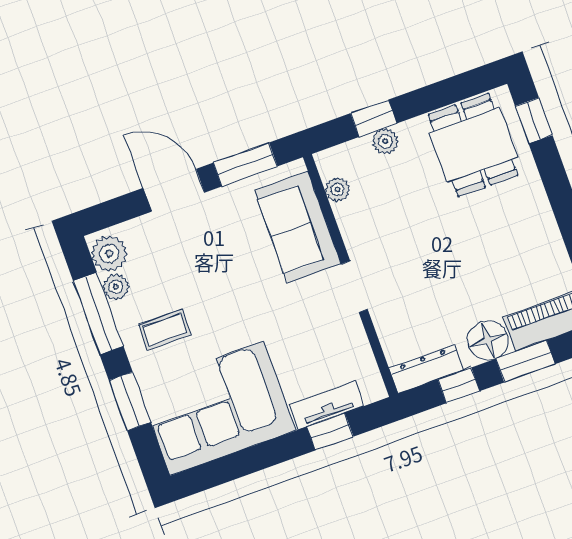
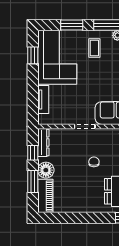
chair: (429, 236) -> (94, 162), added
window: (330, 432) -> (33, 55), moved

